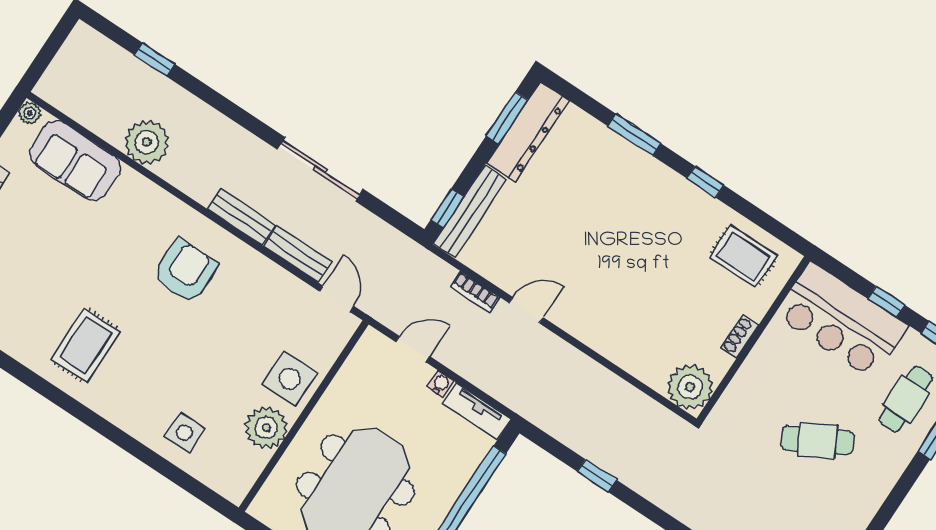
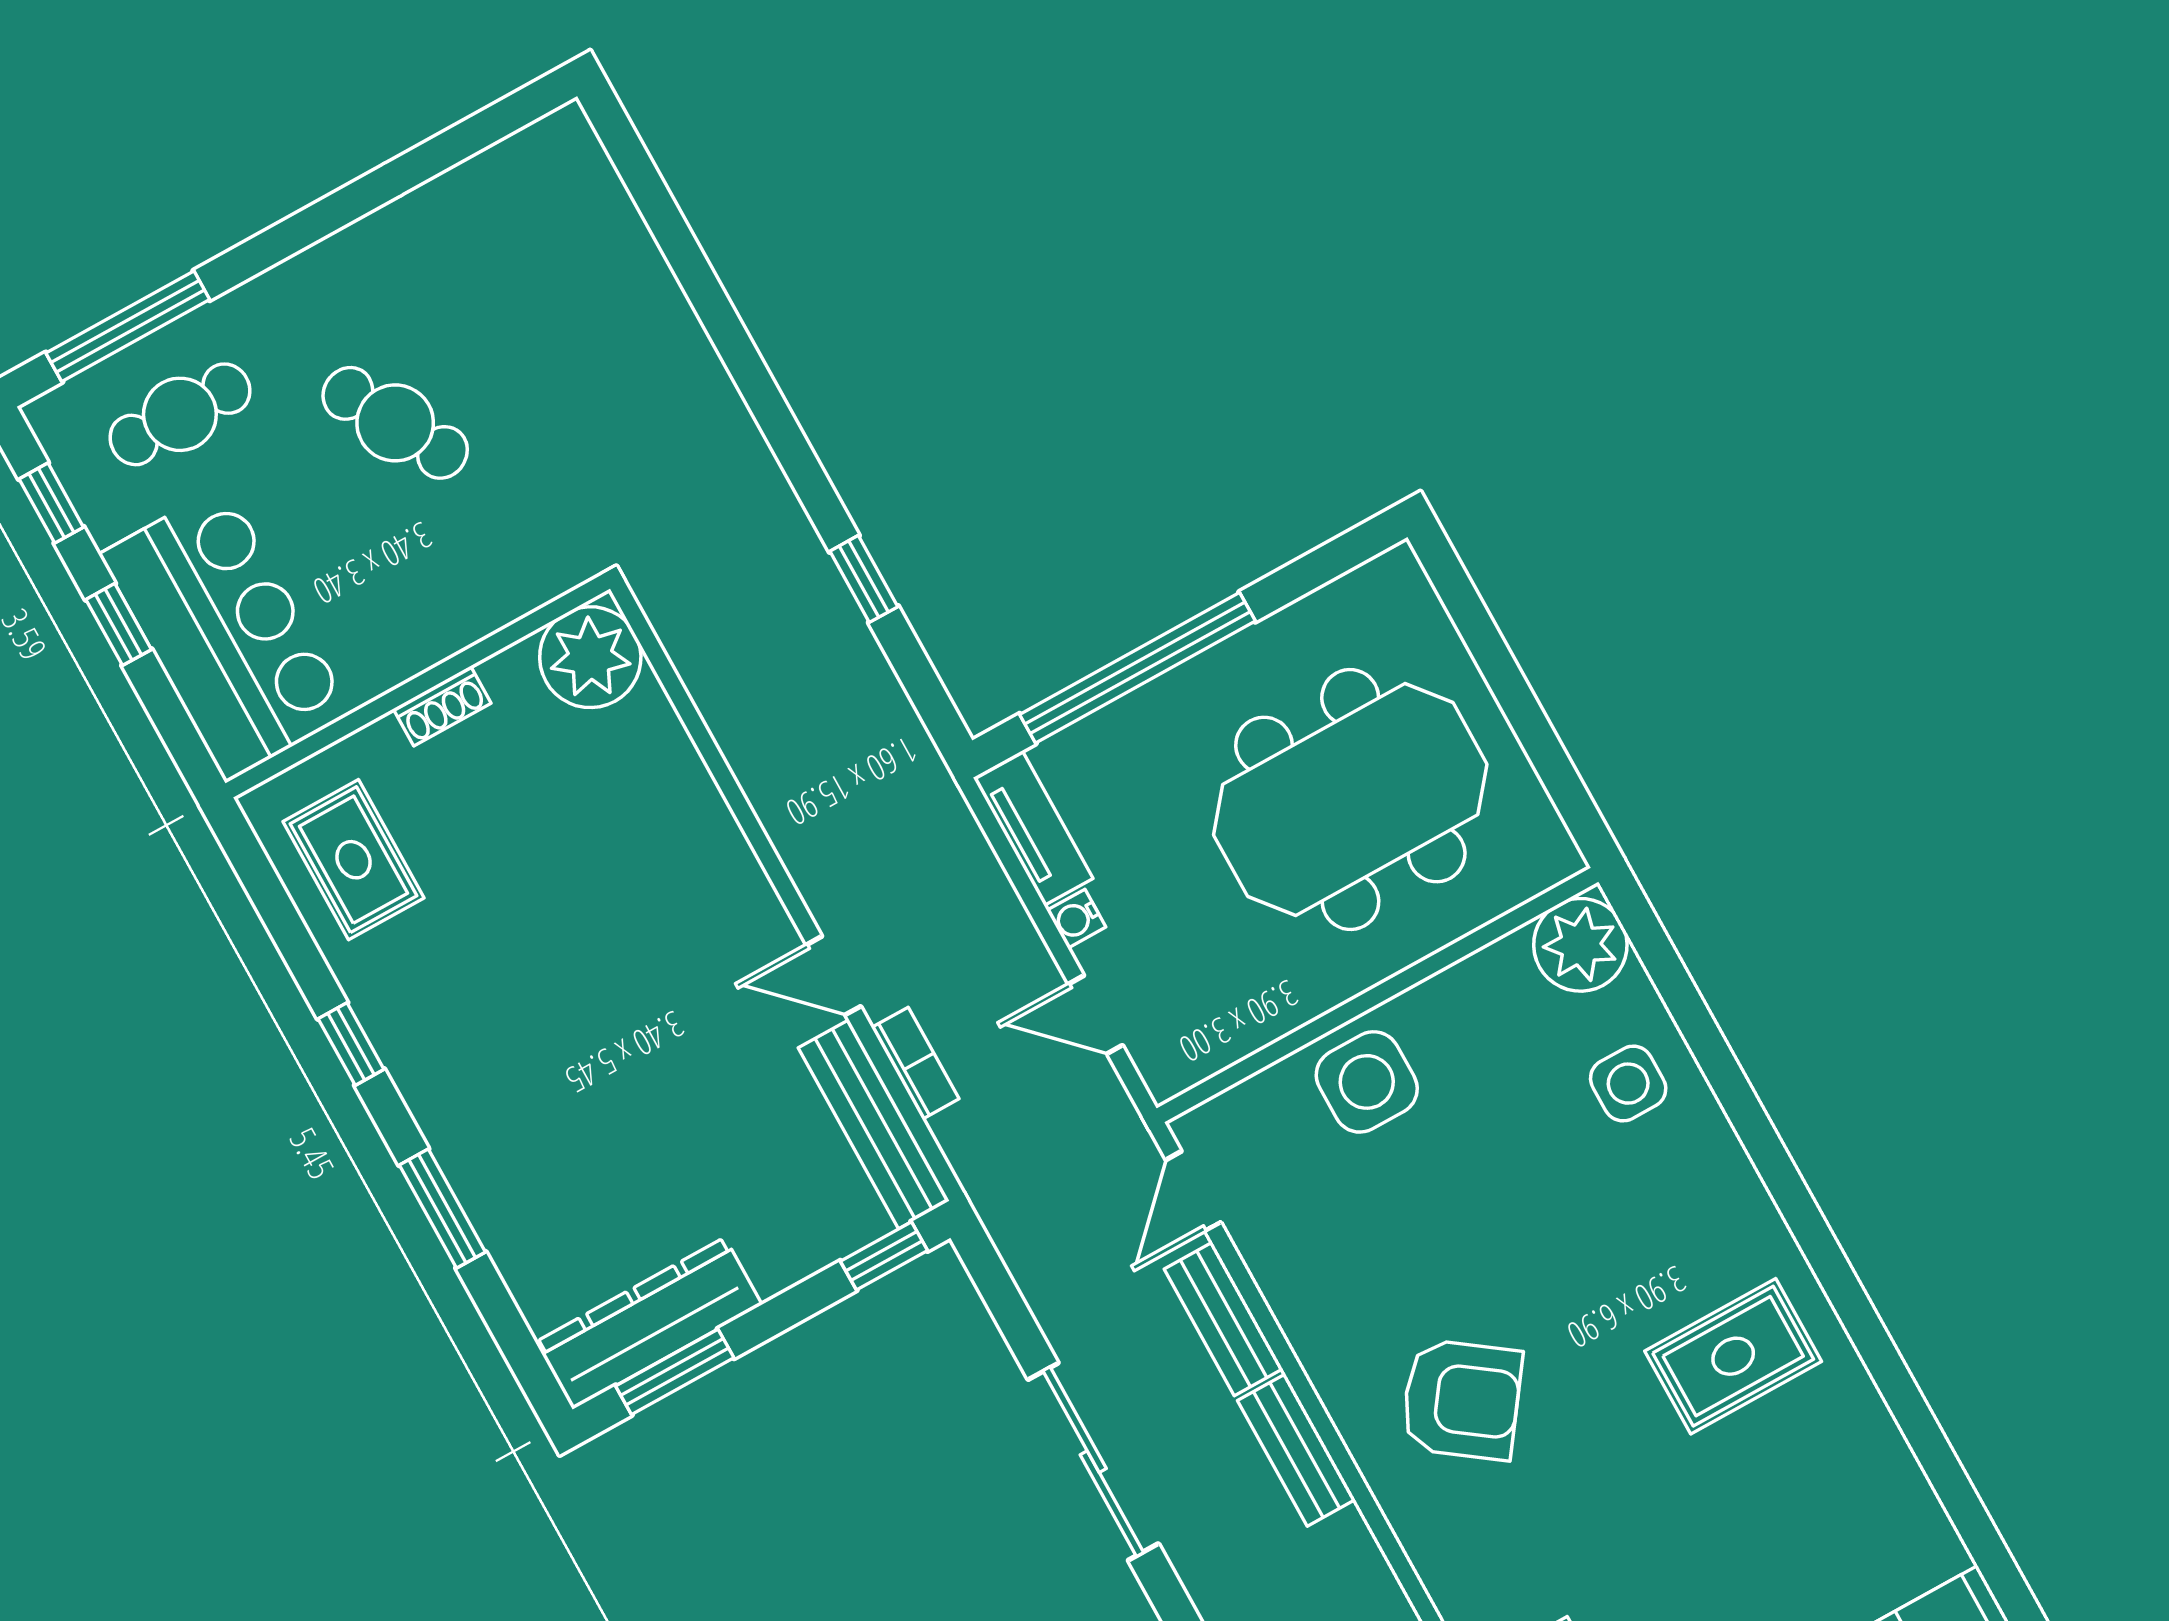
bench: (470, 211) -> (874, 1124), moved, turned 90
armchair: (185, 271) -> (1462, 1400), turned -144
plant: (266, 428) -> (1580, 945), moved

